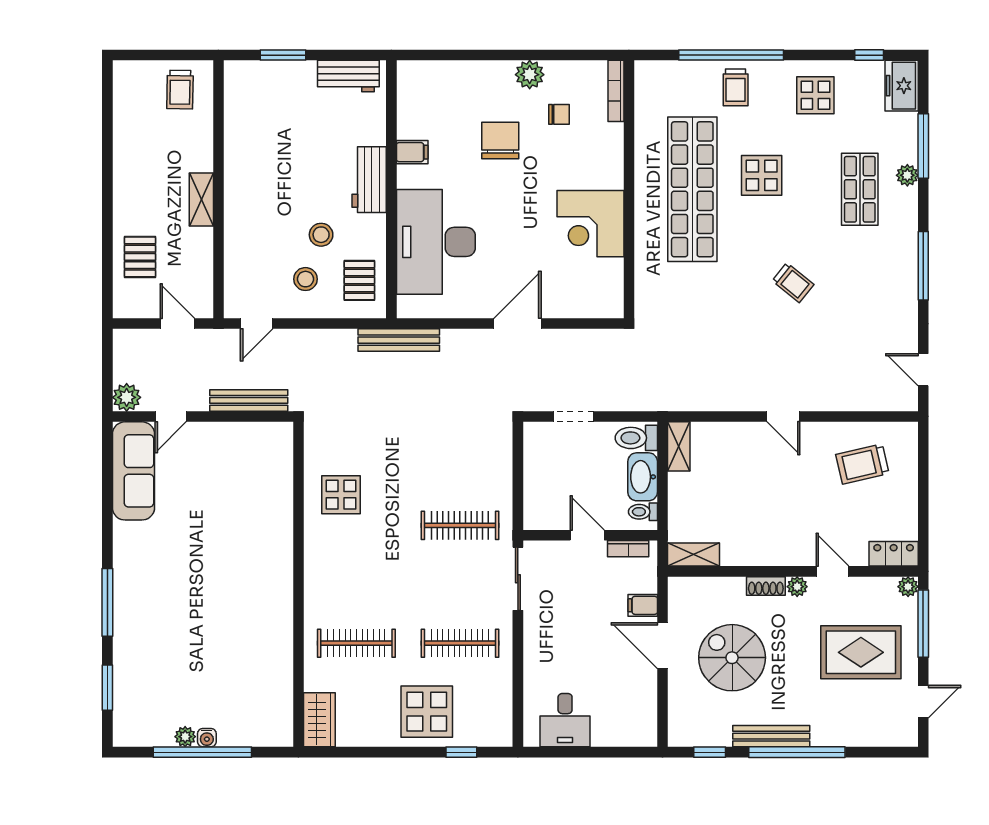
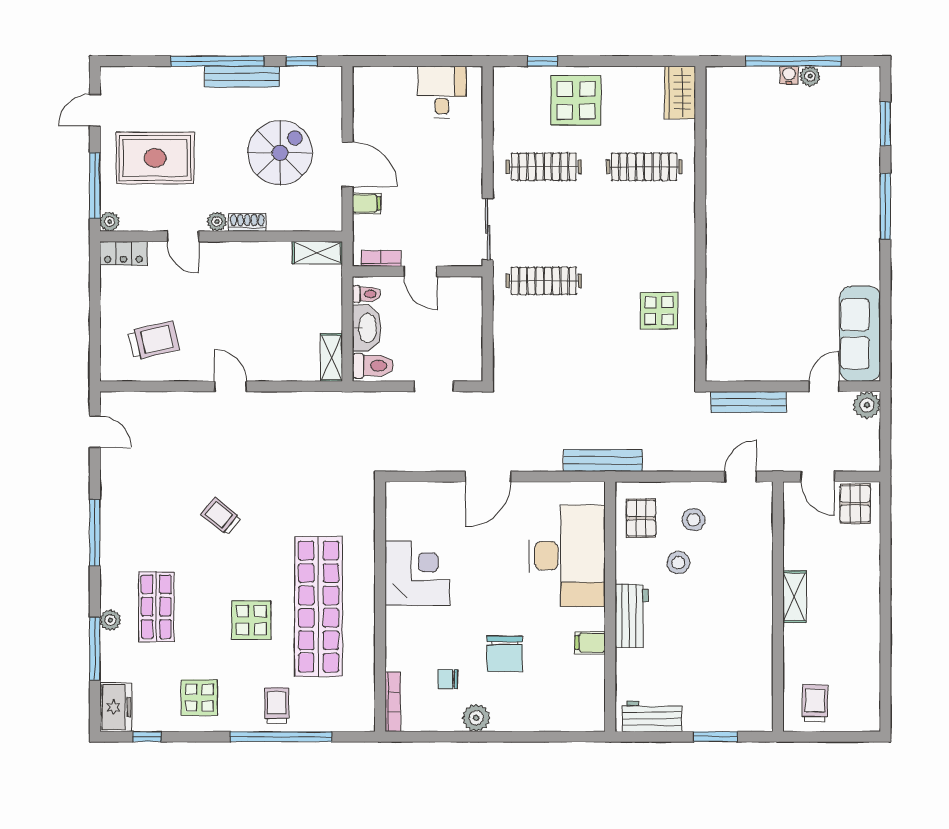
pallet: (140, 257) -> (855, 504), moved
spiral stairs: (732, 658) -> (280, 153), turned -90

